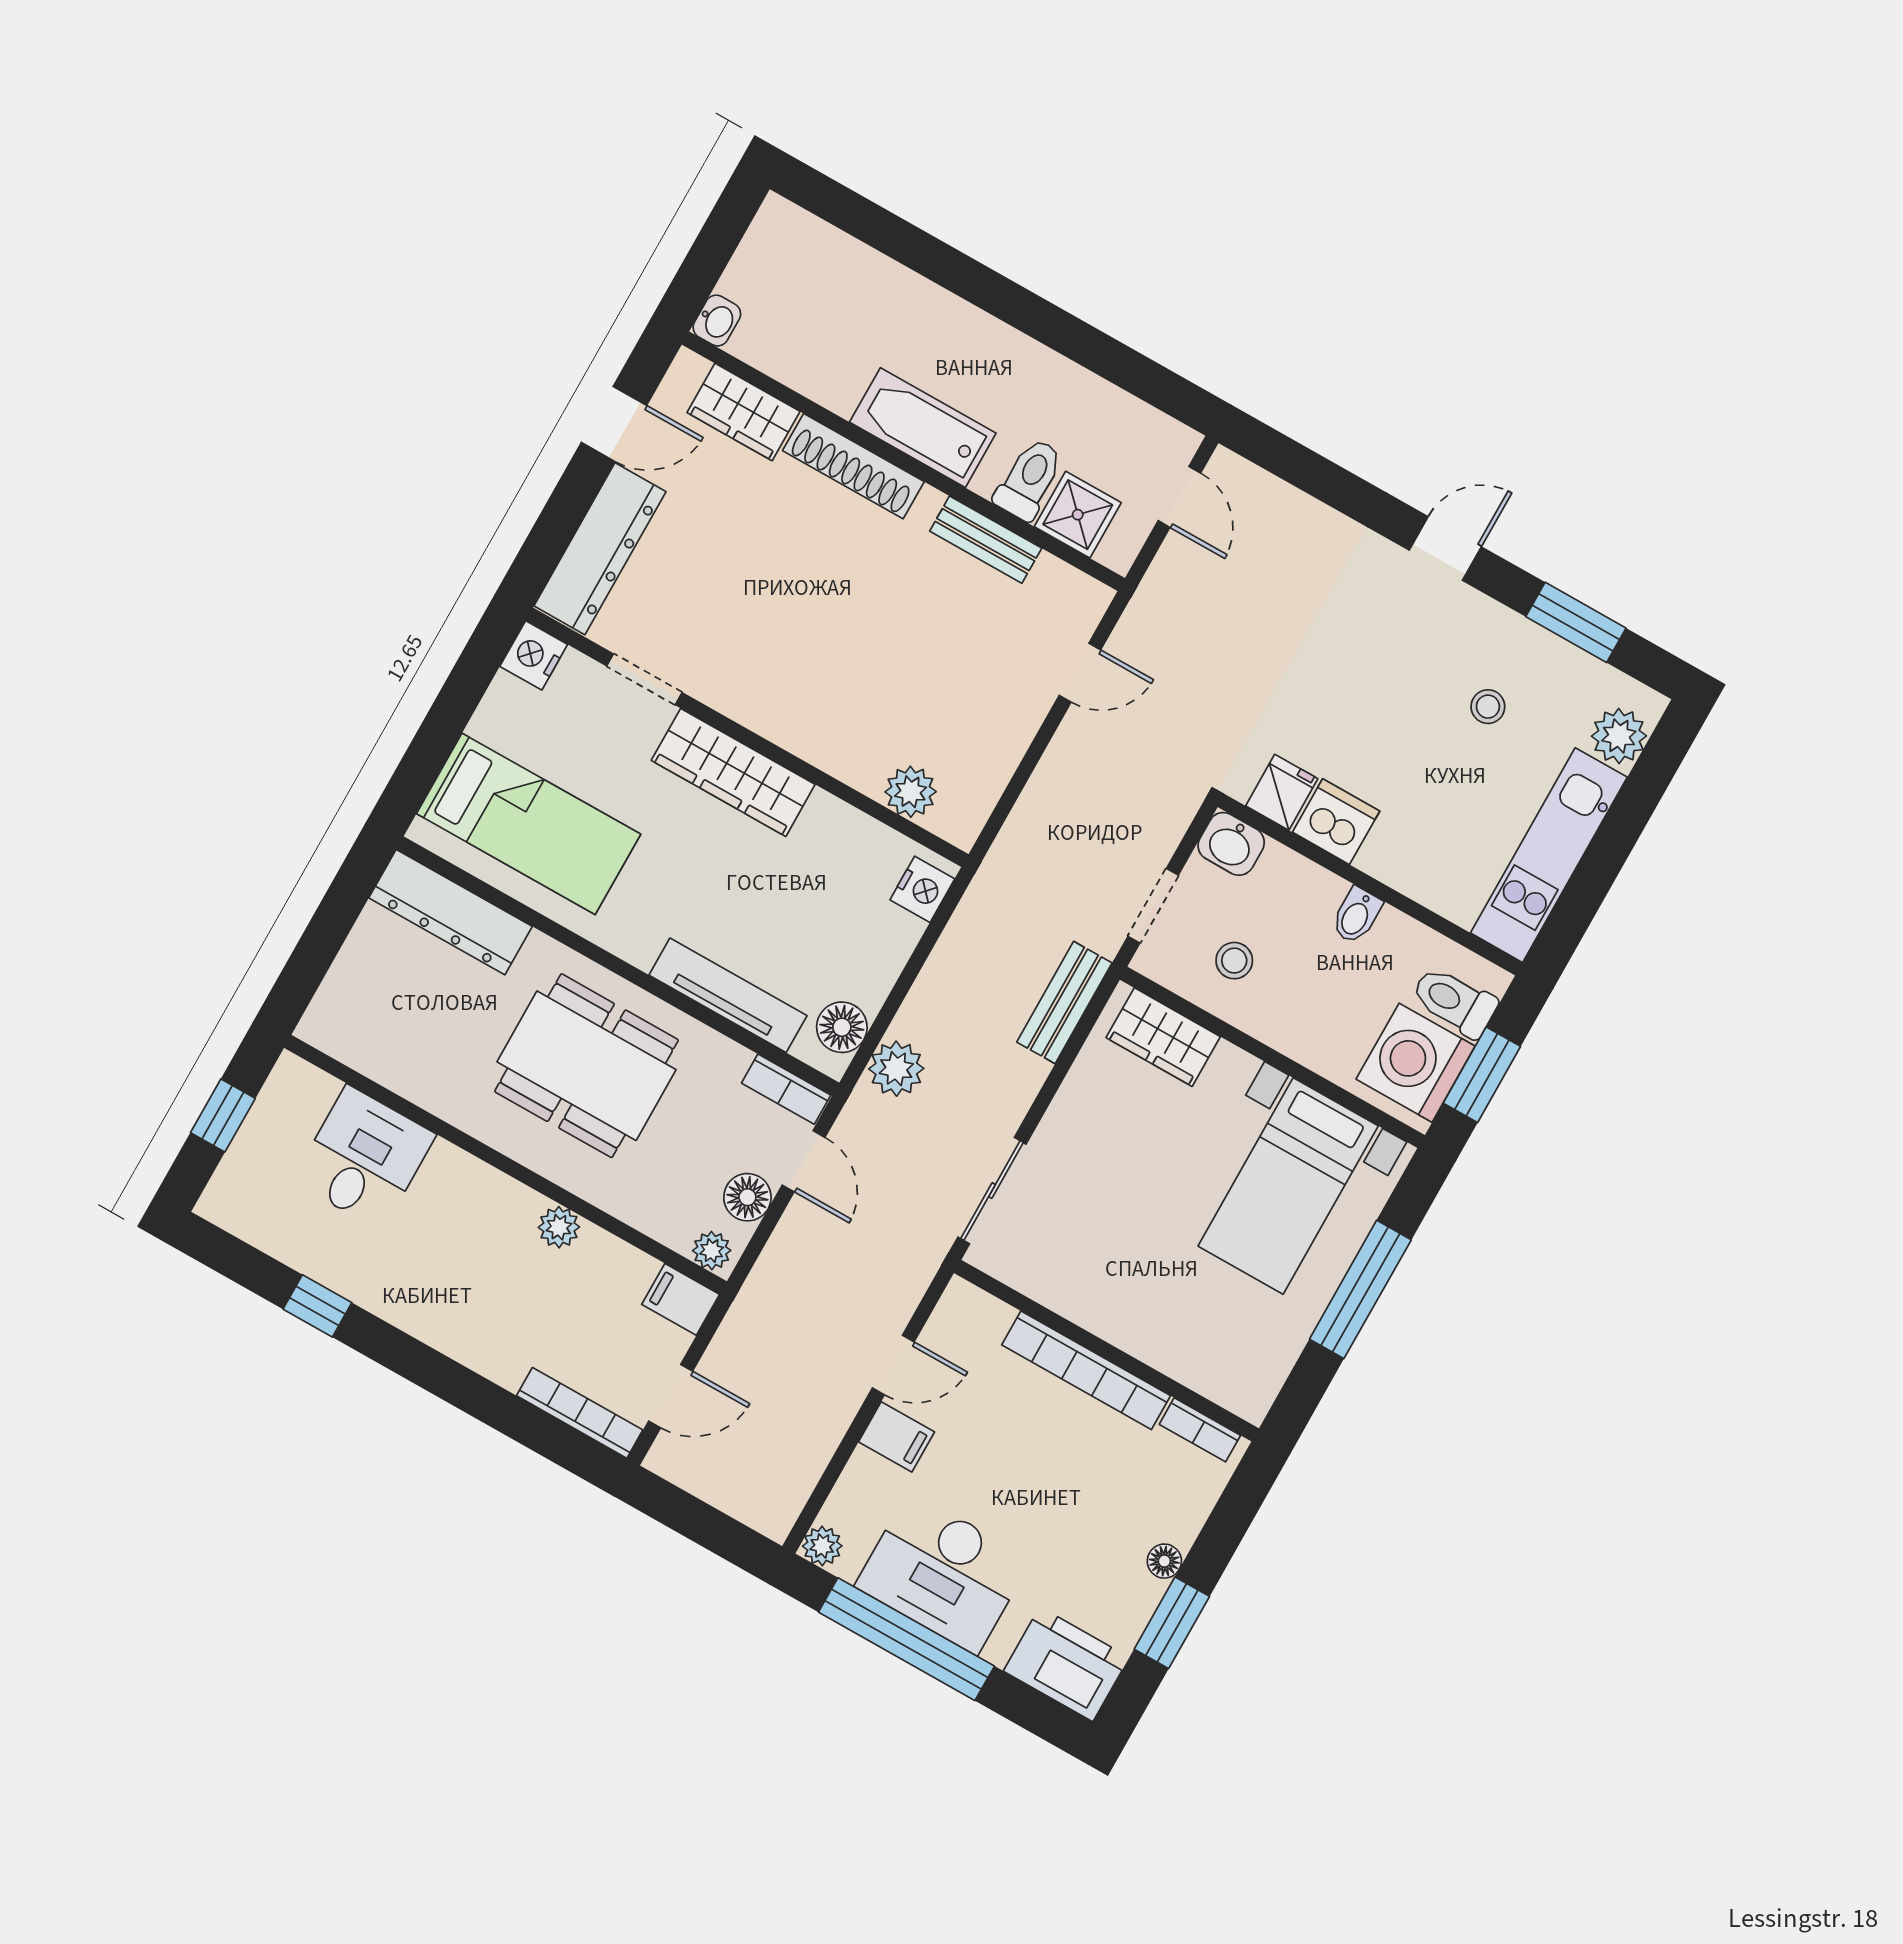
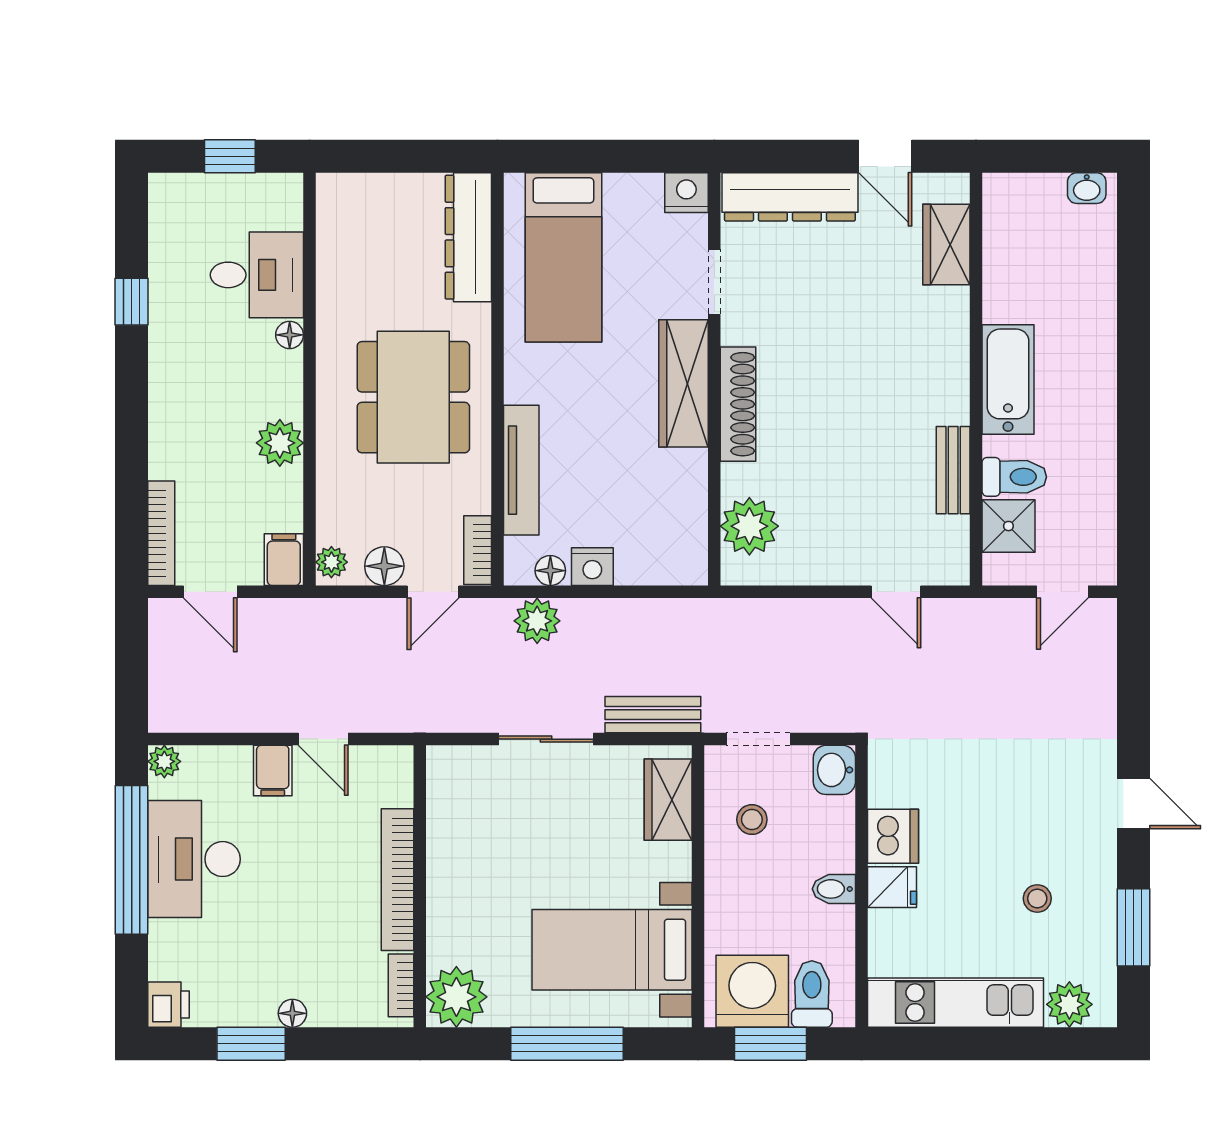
washbasin: (717, 321) -> (1087, 188), moved
shoe rack: (853, 466) -> (738, 404), moved, turned 180
plant: (911, 792) -> (749, 526), width x1.36, depth x1.36
fridge: (1282, 792) -> (892, 887), moved
nightstand: (922, 889) -> (592, 567), moved
floor lamp: (842, 1027) -> (550, 571), width x0.73, depth x0.73
floor lamp: (447, 1159) -> (290, 335), added
sliding door: (992, 1191) -> (546, 739), moved
plant: (559, 1227) -> (280, 443), width x1.38, depth x1.38
plant: (1245, 1378) -> (456, 997), added
printer: (1066, 1664) -> (169, 1005), width x0.53, depth x0.68

